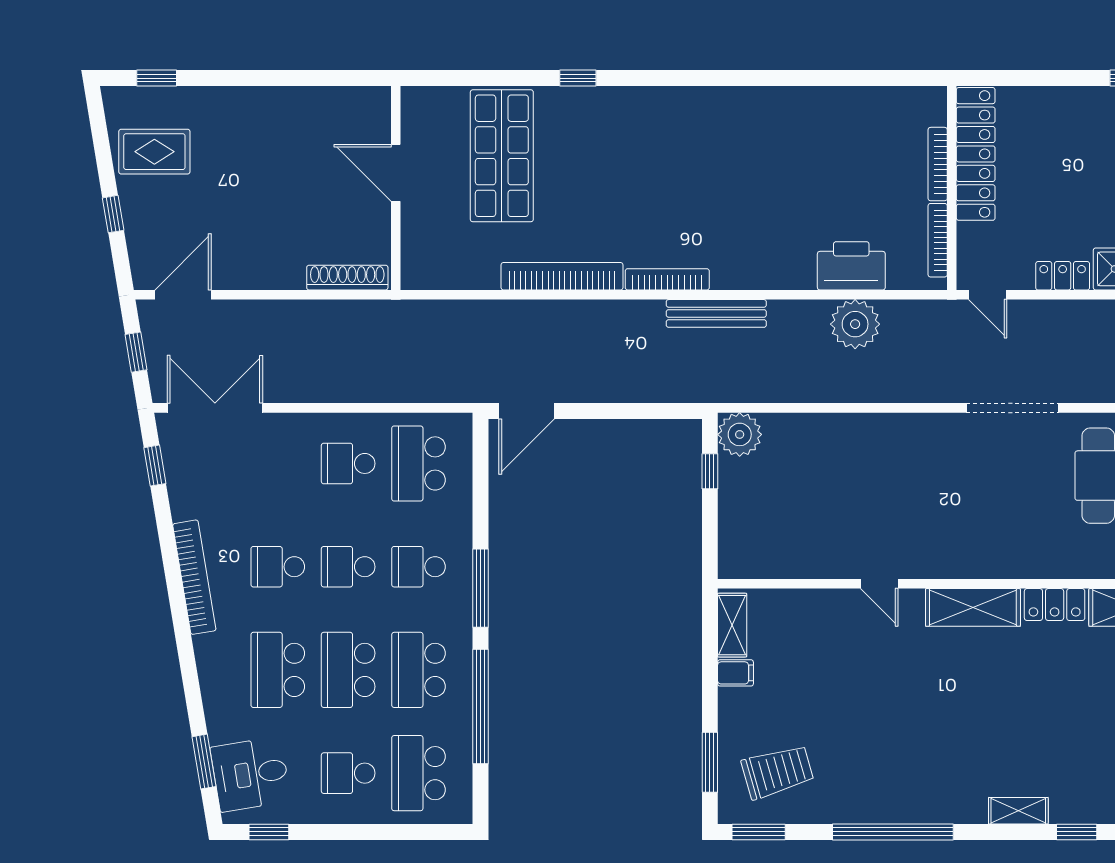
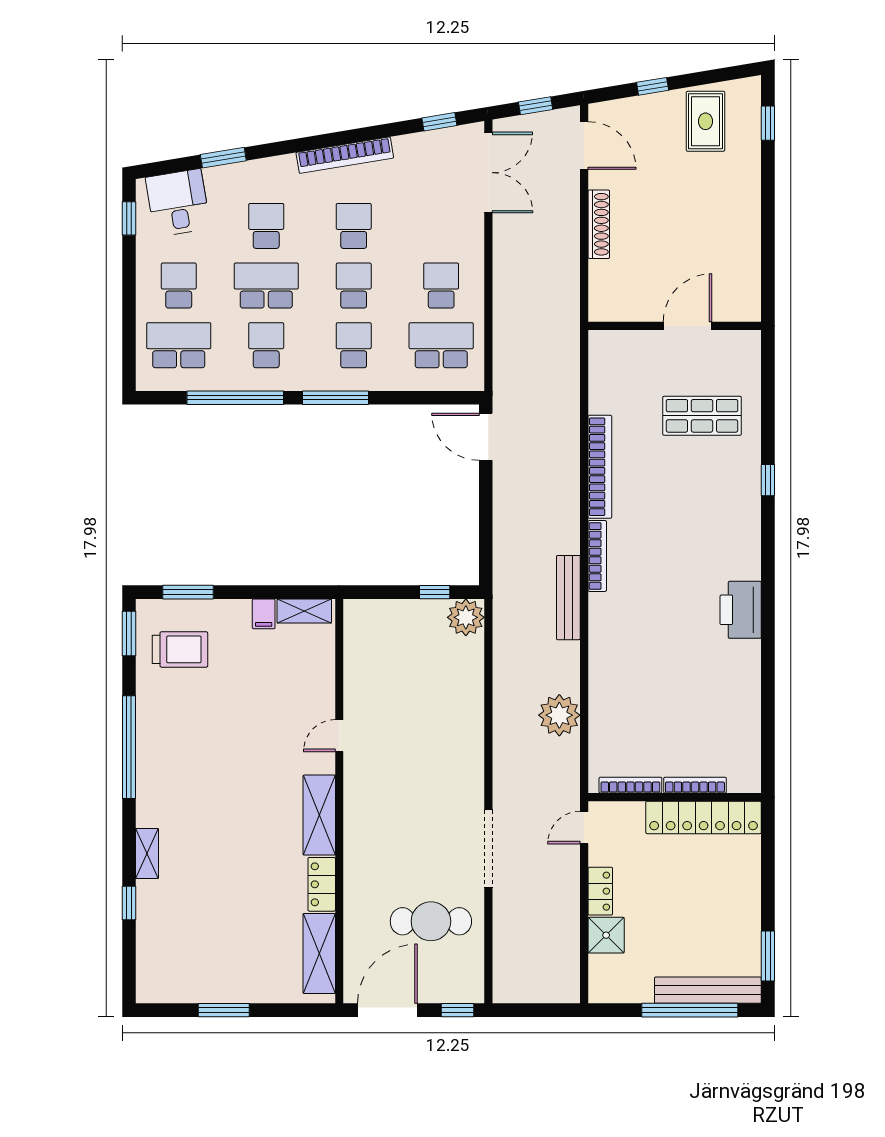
shop shelf: (502, 156) -> (702, 416), width x0.70, depth x0.74
printer: (851, 266) -> (741, 610), moved, turned 180
shoe rack: (347, 278) -> (599, 224), moved
school desk: (278, 670) -> (266, 226), width x0.54
school desk: (419, 670) -> (266, 345), width x0.54
window: (204, 762) -> (223, 158), moved
trolley: (778, 772) -> (180, 649), turned -74

